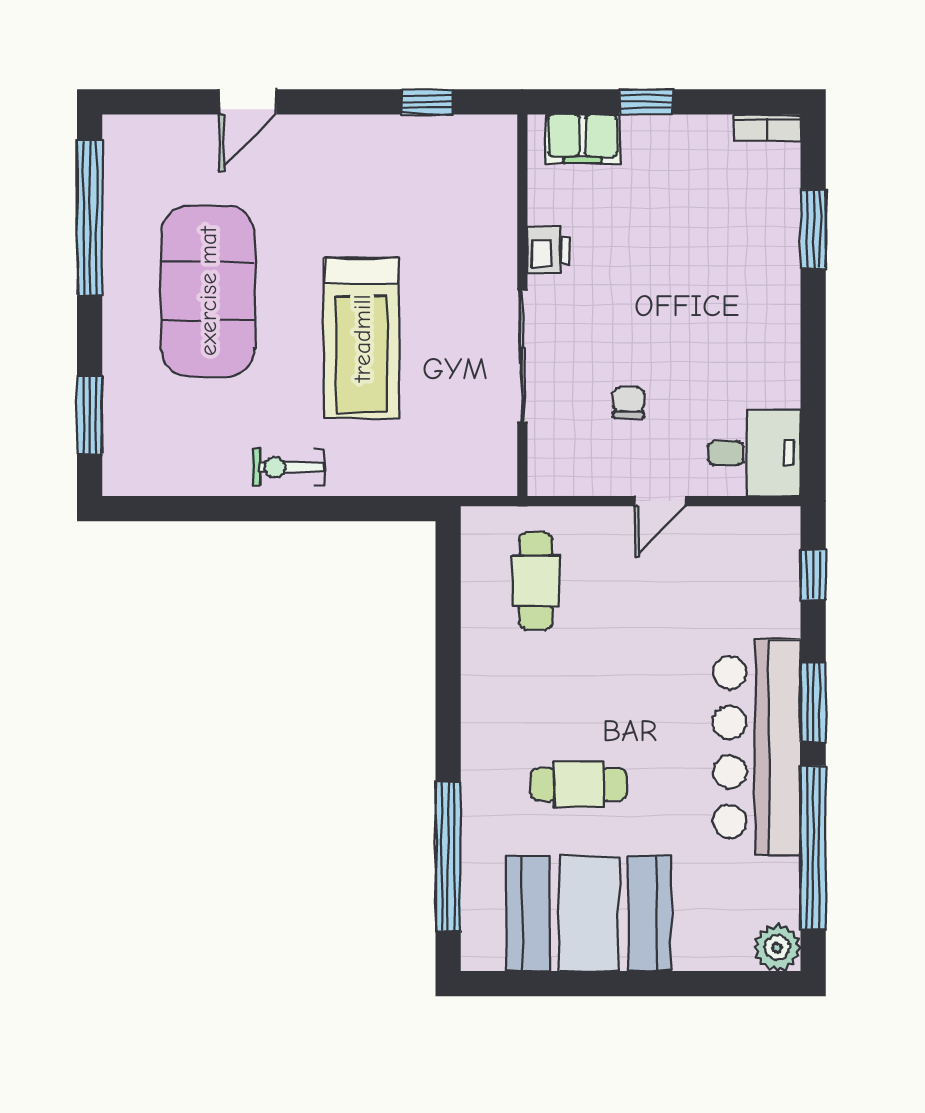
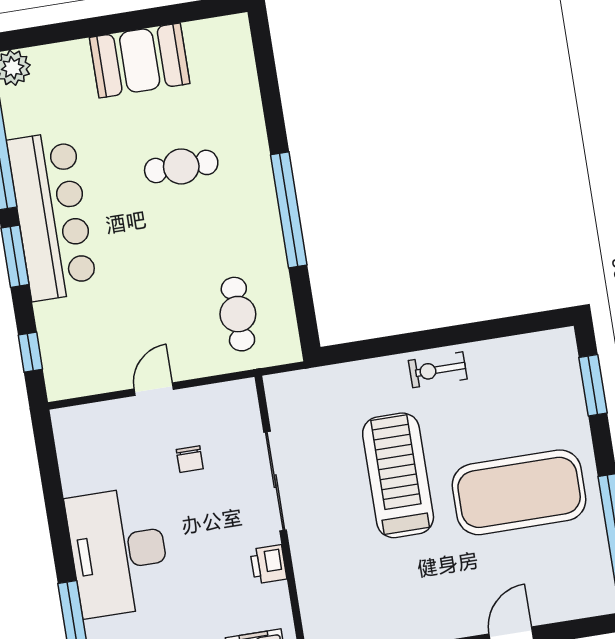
exercise mat: (208, 291) -> (519, 492), turned 90
desk: (754, 453) -> (118, 552), moved, width x1.87, depth x1.30
exercise bike: (288, 467) -> (438, 370), turned 180
window: (448, 856) -> (289, 210), moved
booth: (589, 913) -> (140, 60), width x0.73, depth x0.70

